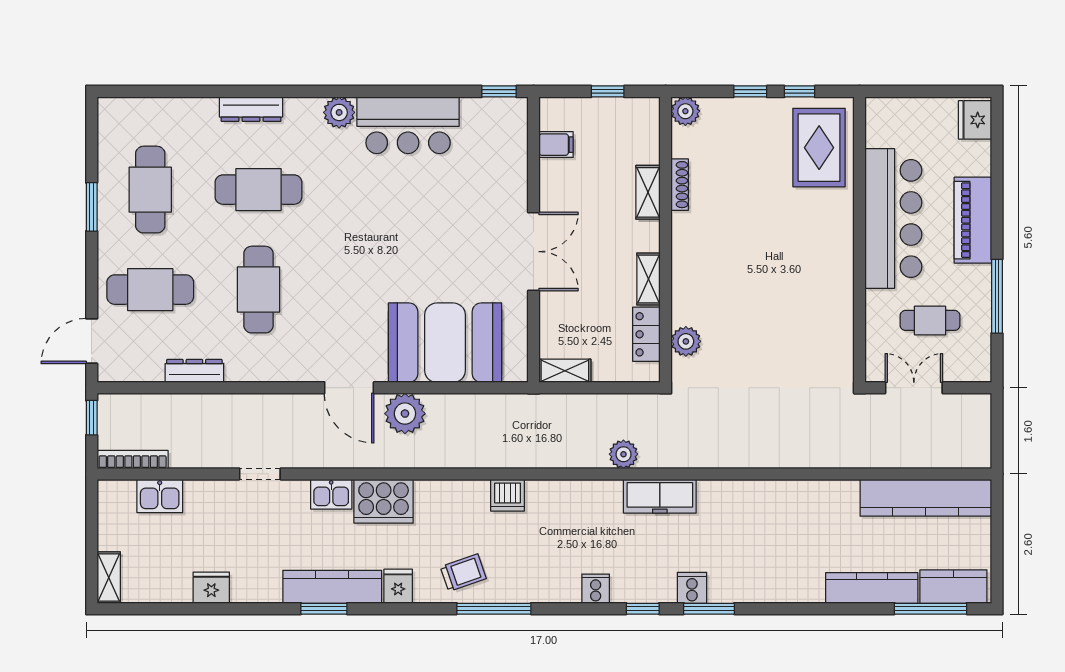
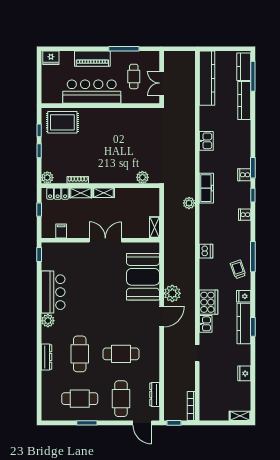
shelving: (649, 279) -> (104, 193), moved
locker: (646, 334) -> (58, 194), moved
dresser: (194, 371) -> (155, 394), moved
kitchen sink: (160, 496) -> (206, 141), moved

